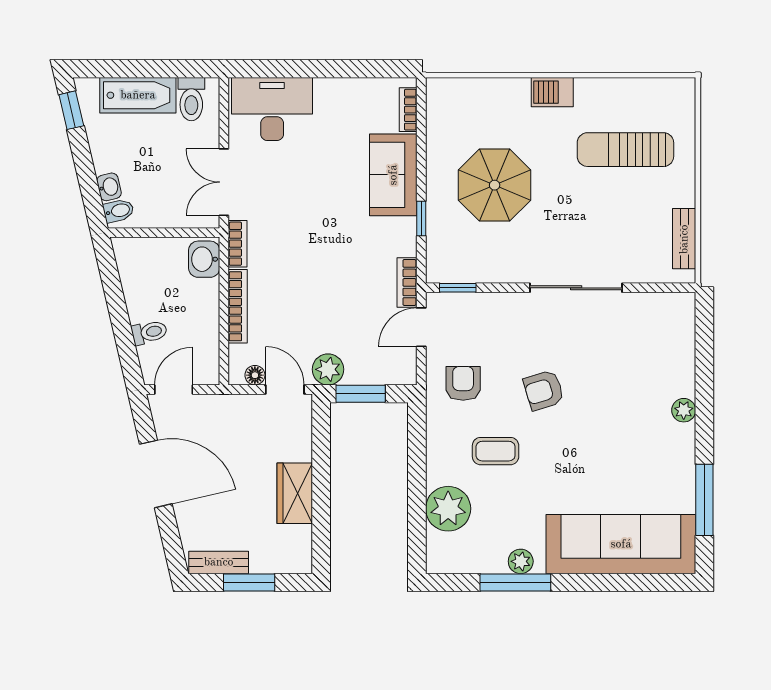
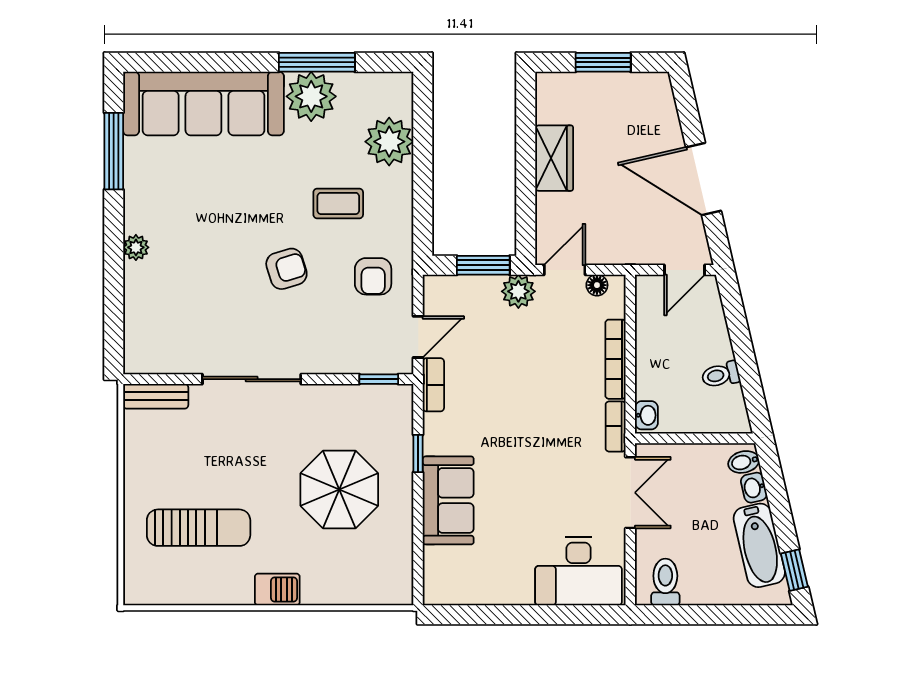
bathtub: (138, 95) -> (759, 545), moved, turned -103
bookcase: (408, 110) -> (432, 571), removed
bench: (684, 239) -> (156, 396), moved, turned 90
washbasin: (204, 259) -> (646, 415), width x0.72, depth x0.69
toilet: (149, 332) -> (721, 375), moved
door: (285, 389) -> (565, 270), swing flipped
plant: (521, 561) -> (311, 96), width x1.87, depth x1.87
bench: (219, 562) -> (636, 84), removed

